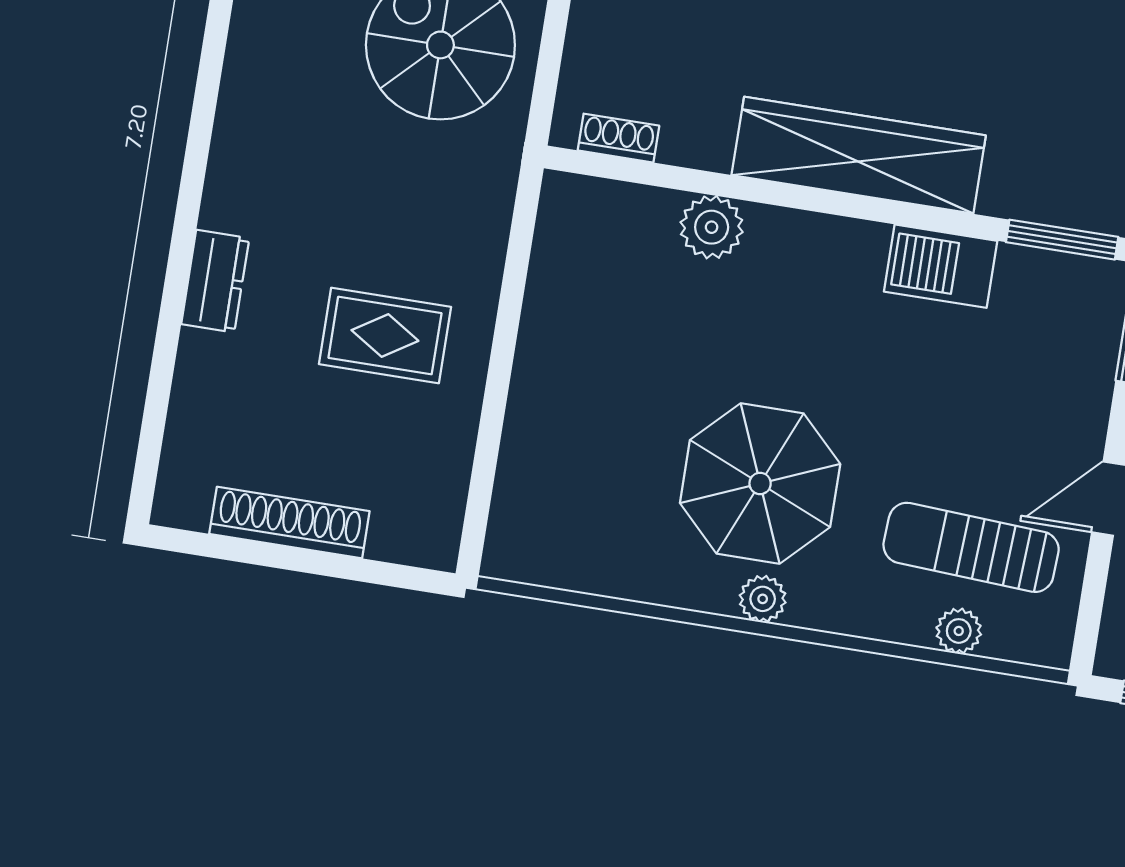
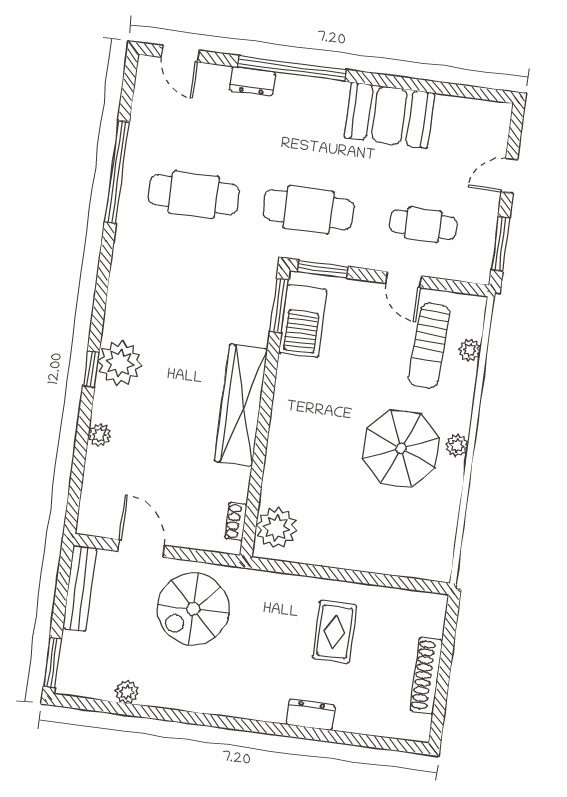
plant: (712, 227) -> (276, 528), moved, width x1.36, depth x1.36
barbecue: (941, 266) -> (303, 321), moved, width x1.37, depth x1.21

